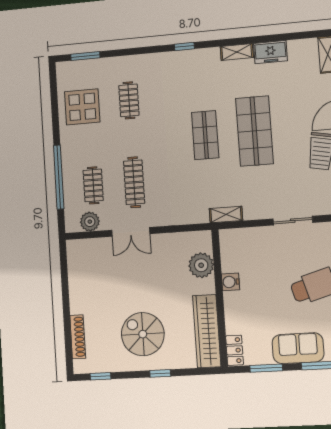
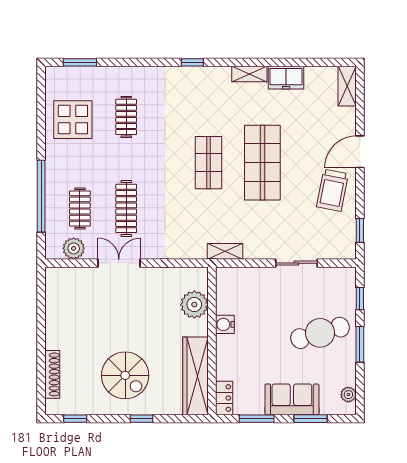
double door: (131, 232) -> (119, 263), swing flipped
spiral stairs: (143, 334) -> (125, 375), turned 180

